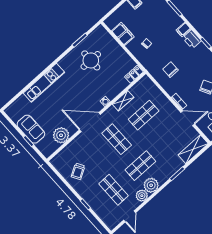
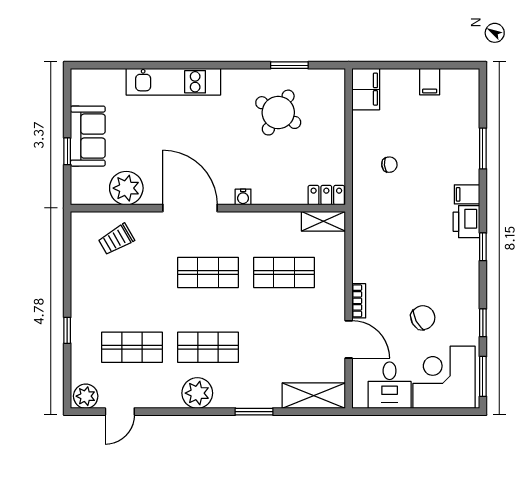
filing cabinet: (123, 34) -> (366, 89), moved
round table: (91, 60) -> (278, 113), turned 31
chair: (171, 70) -> (390, 239), removed
shelving: (123, 101) -> (323, 221), moved
shop shelf: (117, 139) -> (208, 272), turned 90
trolley: (78, 171) -> (116, 239), moved
shop shelf: (114, 190) -> (132, 347), turned 90
plant: (142, 196) -> (86, 396), moved

